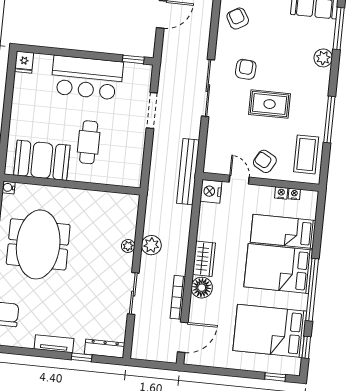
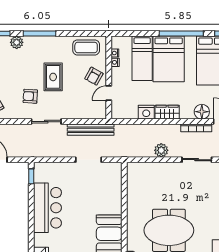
sliding door: (208, 88) -> (46, 122), width x0.73
doorway: (152, 110) -> (89, 160), moved
window: (329, 120) -> (39, 34), moved
cafe table: (89, 142) -> (93, 202), removed
bench: (188, 172) -> (91, 130), moved
nightstand: (211, 191) -> (146, 112), moved
plant: (128, 246) -> (164, 167), removed
floor lamp: (202, 288) -> (202, 112), moved

